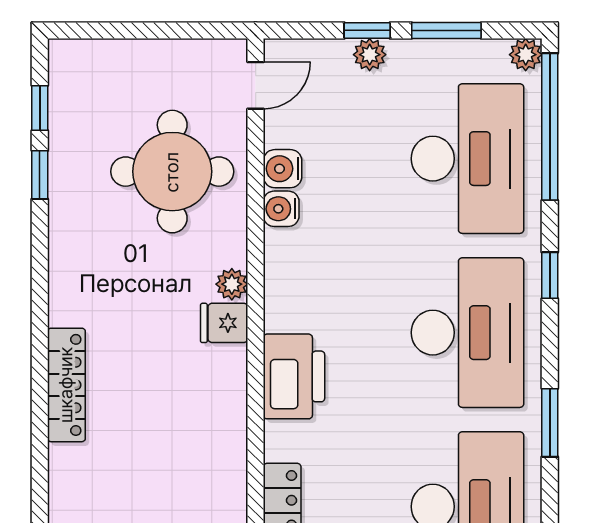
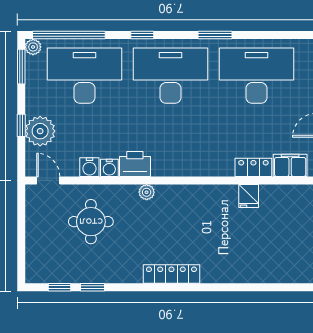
window: (446, 30) -> (21, 67), moved
plant: (370, 55) -> (40, 131), width x1.88, depth x1.88
round table: (172, 172) -> (91, 222), width x0.73, depth x0.73
fridge: (224, 323) -> (249, 196), moved
printer: (294, 376) -> (135, 164), moved, width x0.73, depth x0.84
locker: (66, 385) -> (171, 274), moved

